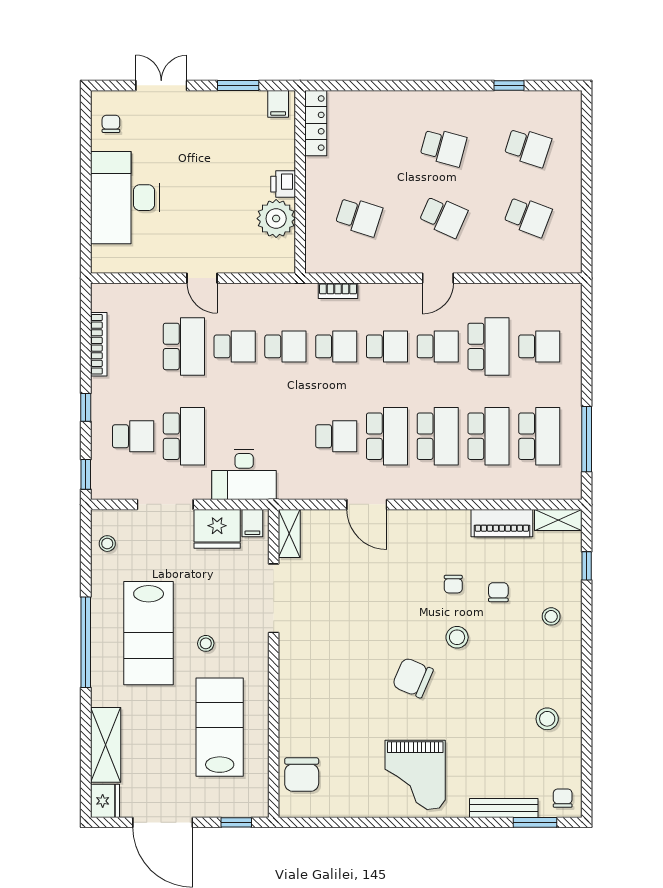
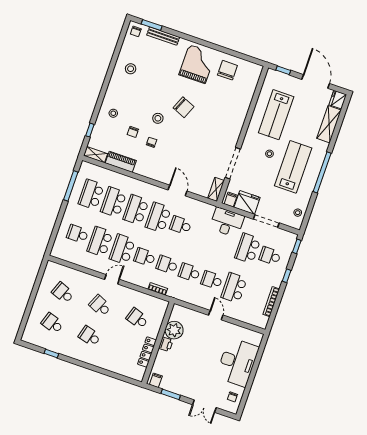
locker: (316, 123) -> (147, 352), moved
school desk: (438, 346) -> (122, 249), width x1.85
chair: (302, 775) -> (227, 70), moved

